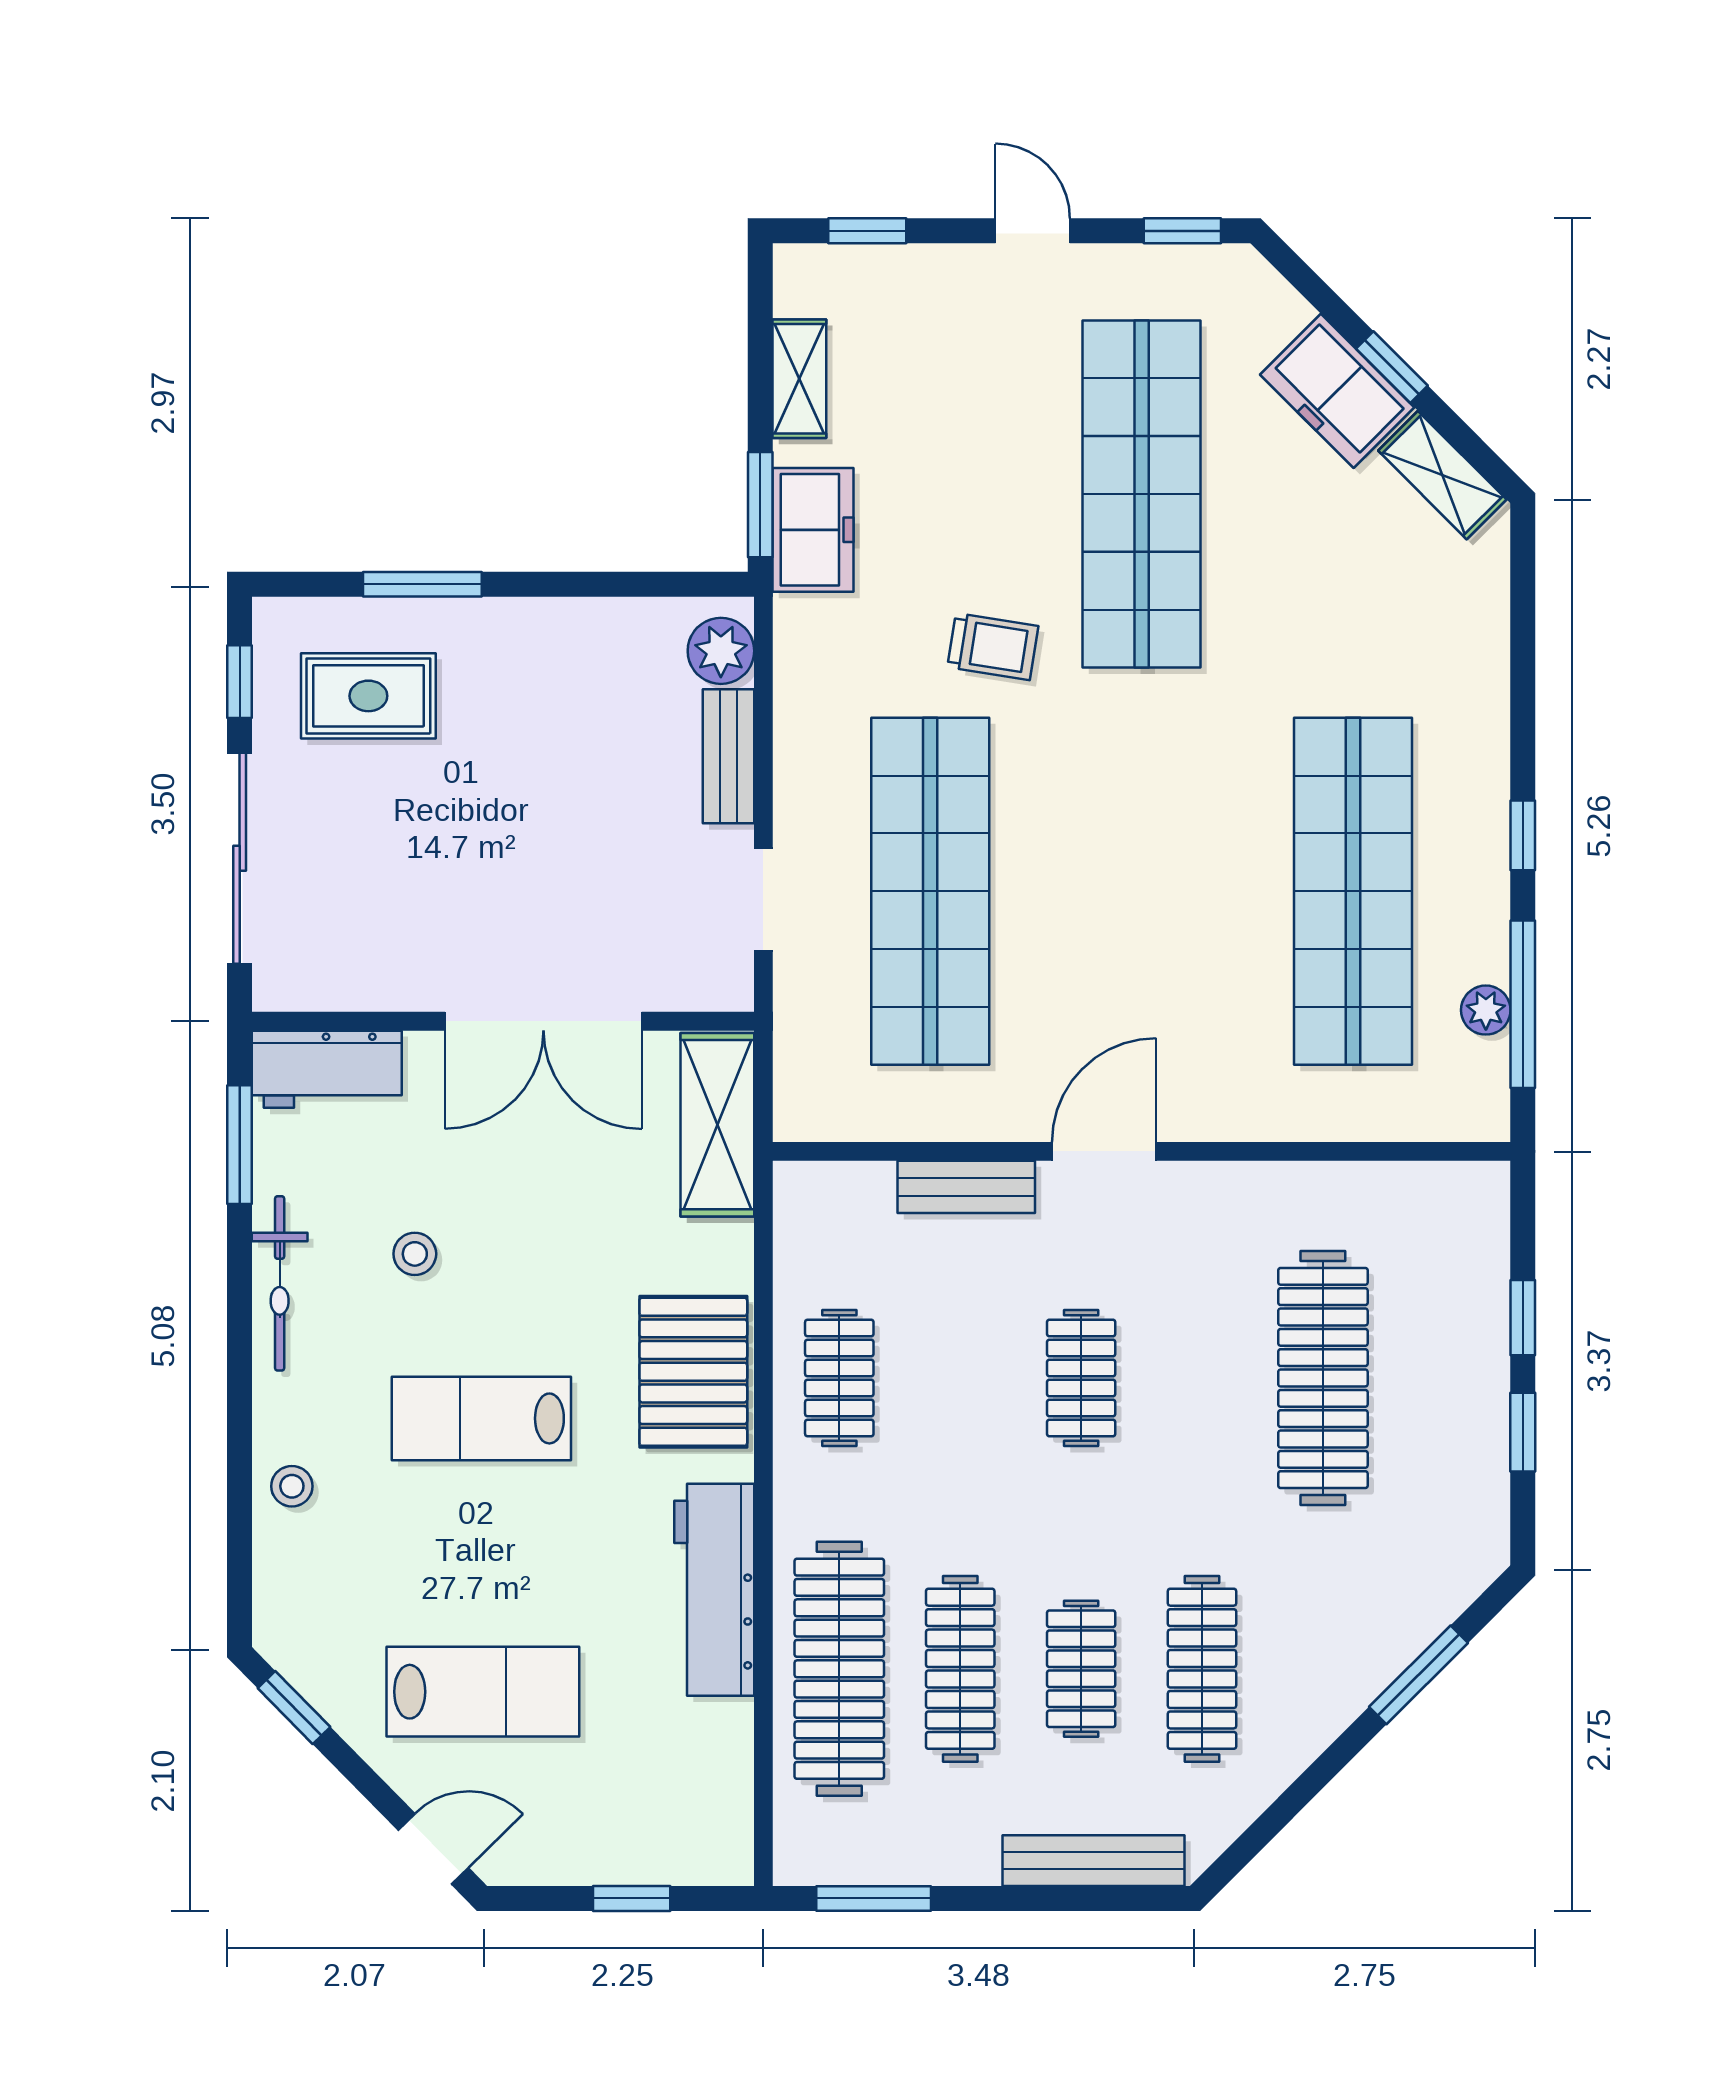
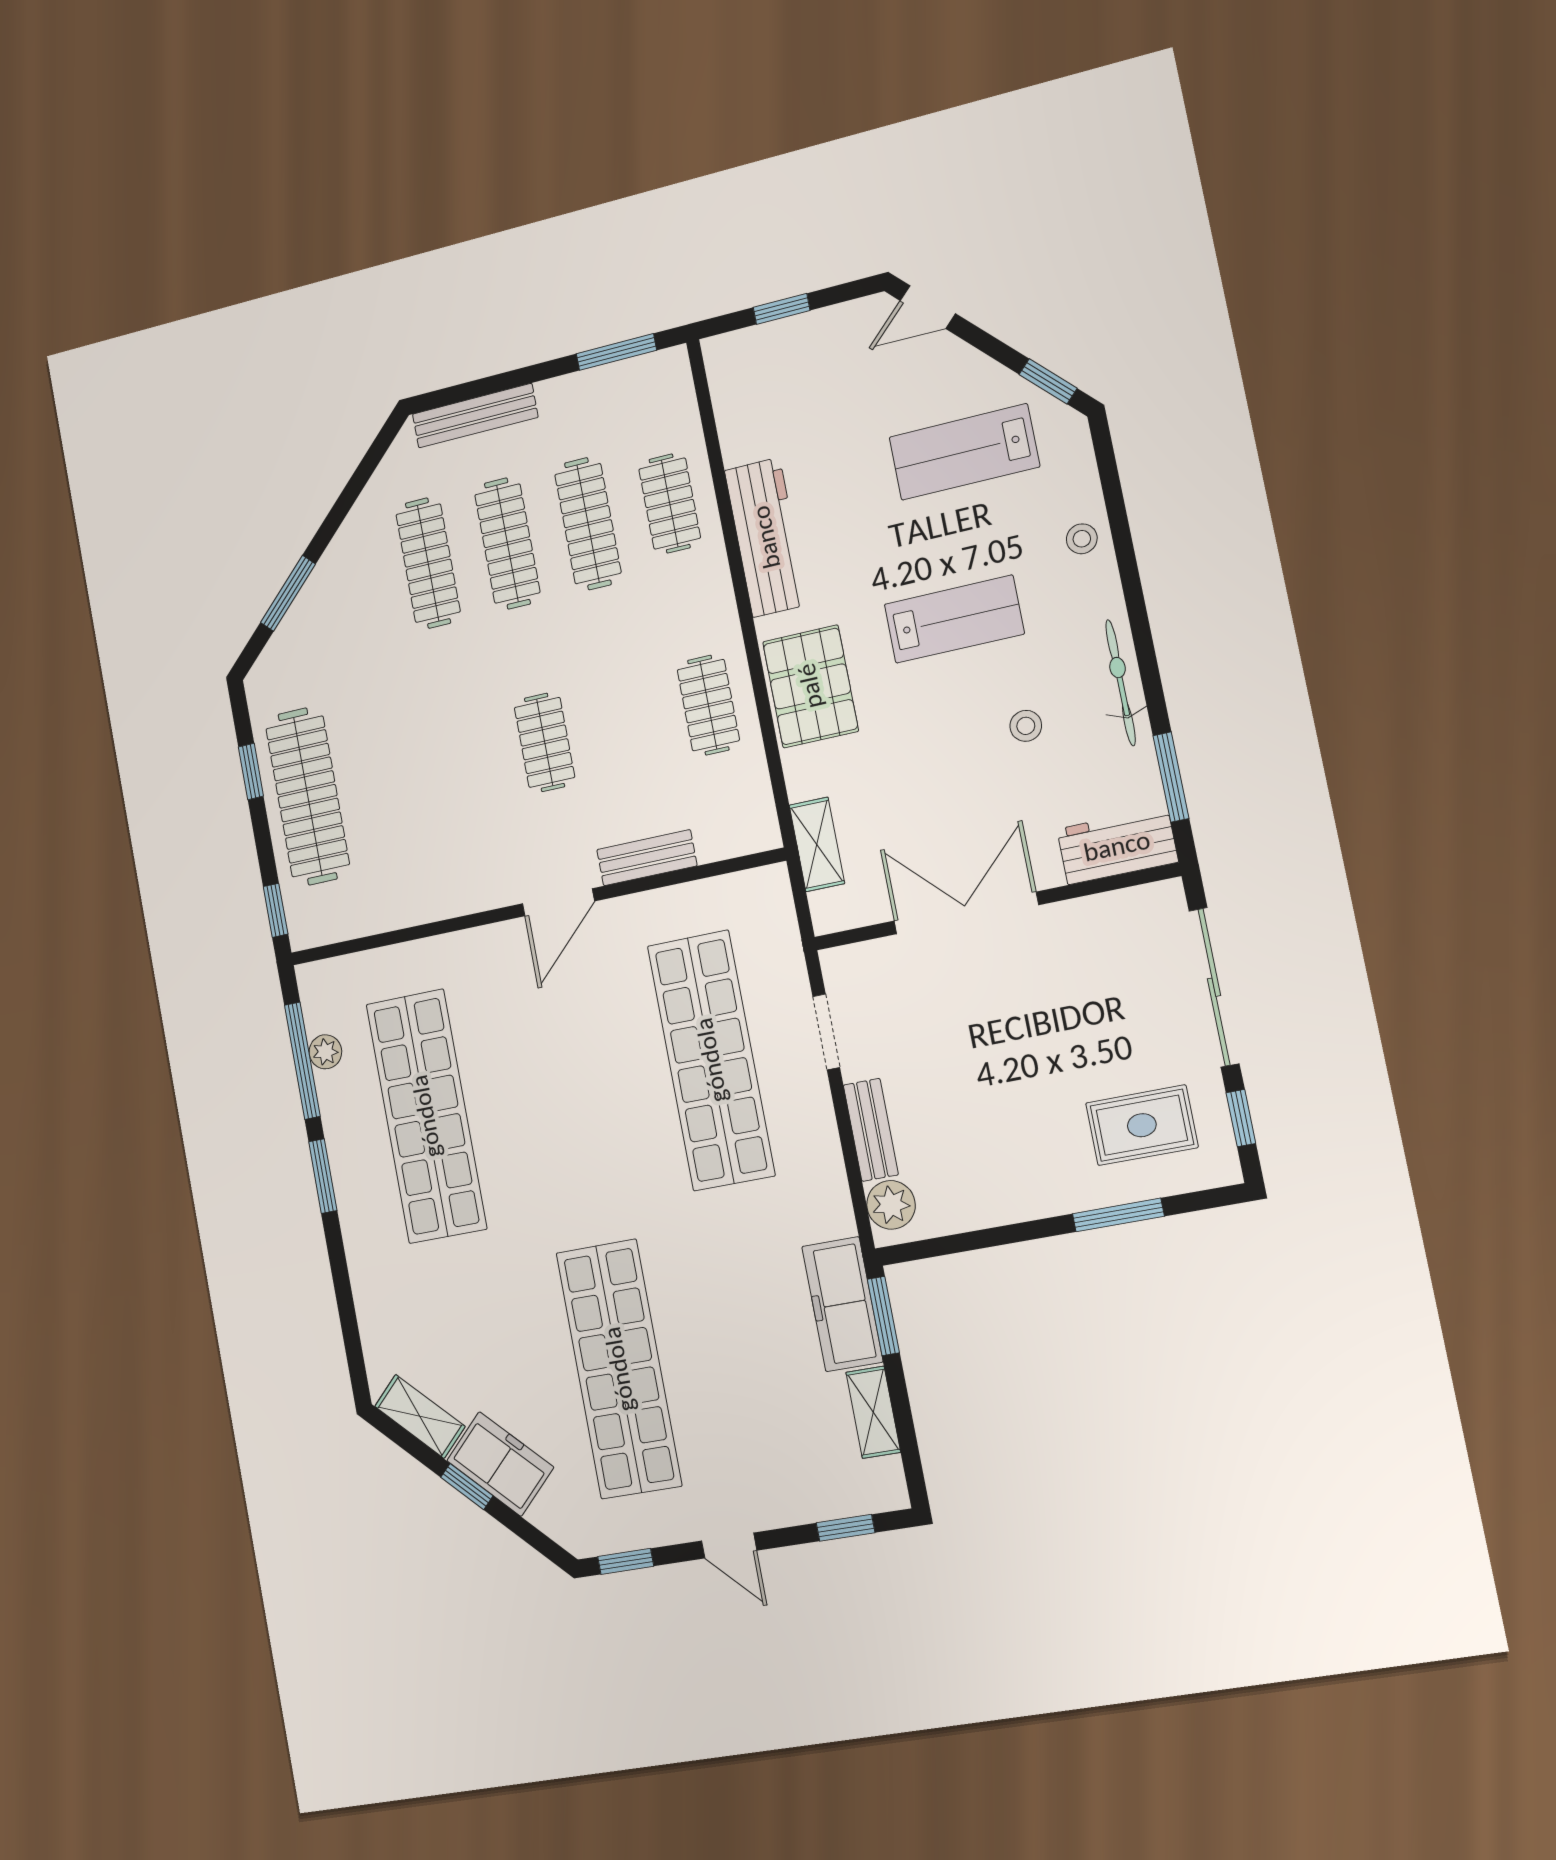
freezer: (813, 530) -> (842, 1304), width x1.40
trolley: (993, 647) -> (701, 1242), removed
window: (1523, 835) -> (323, 1176), width x1.50
shelving: (717, 1125) -> (817, 844), width x0.67, depth x0.75
window: (1523, 1318) -> (276, 910), moved
clothes rail: (1323, 1378) -> (308, 796), moved
clothes rail: (839, 1669) -> (670, 504), width x0.54, depth x0.76
clothes rail: (1081, 1669) -> (507, 544), width x1.36
lab bench: (483, 1692) -> (964, 452), moved

